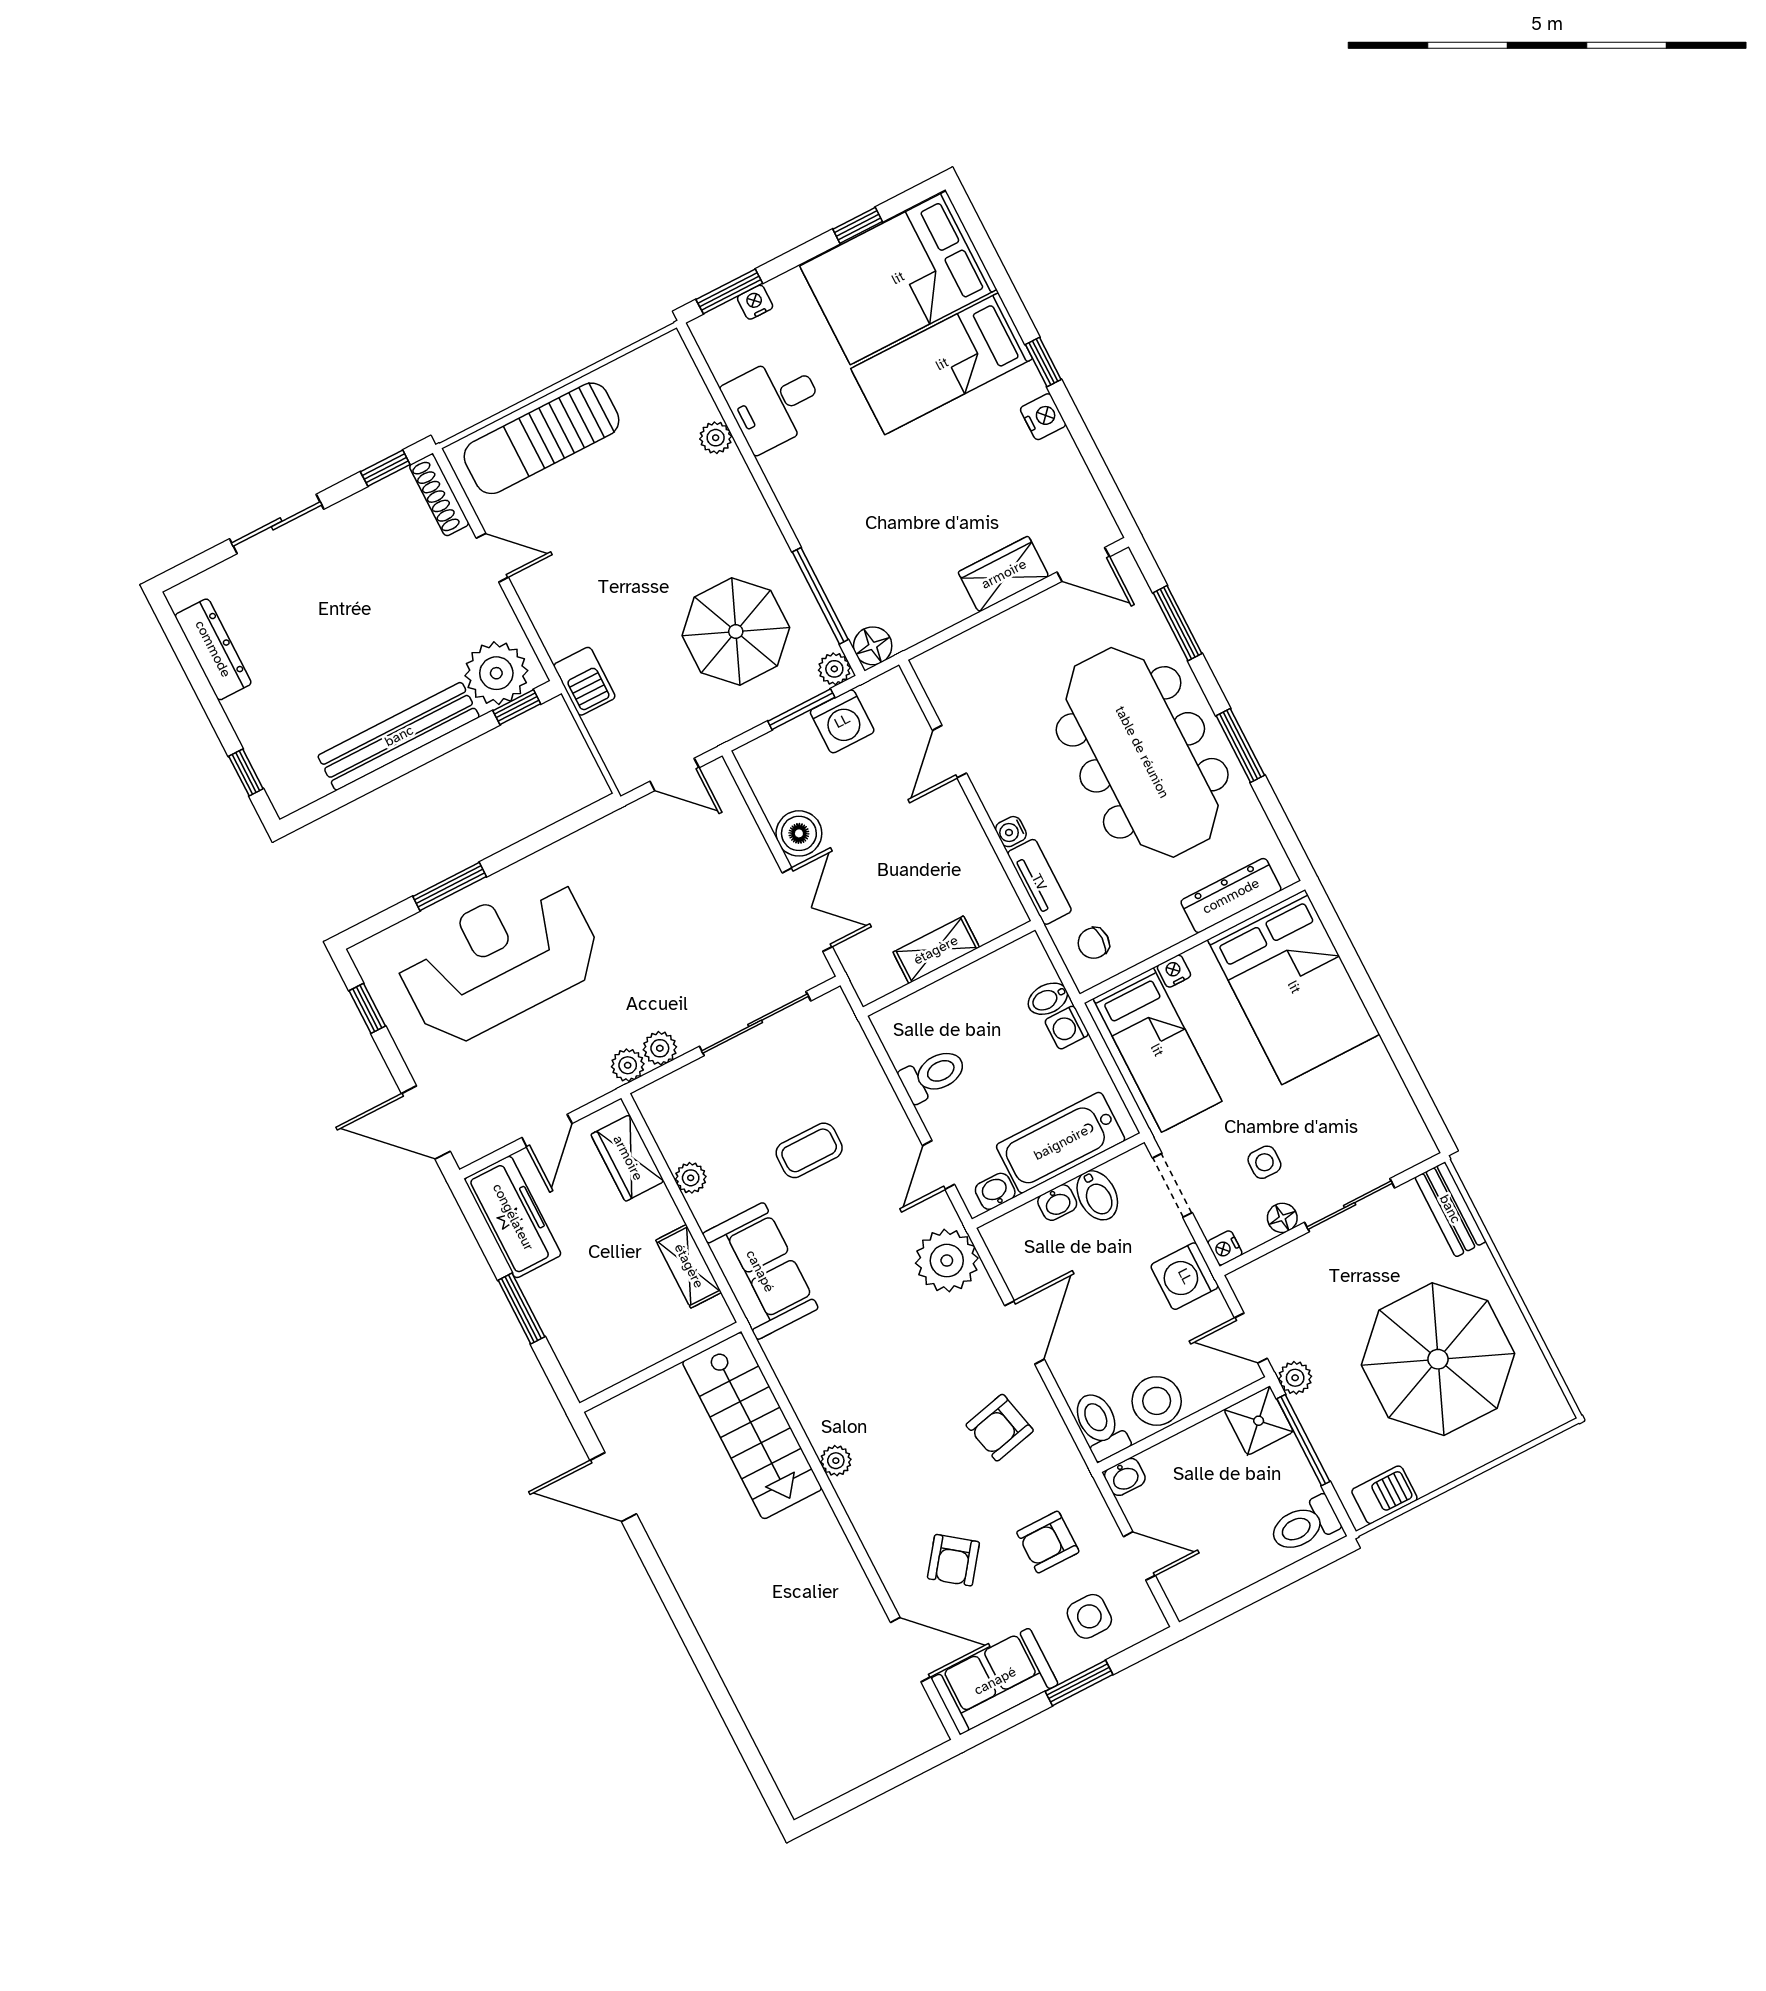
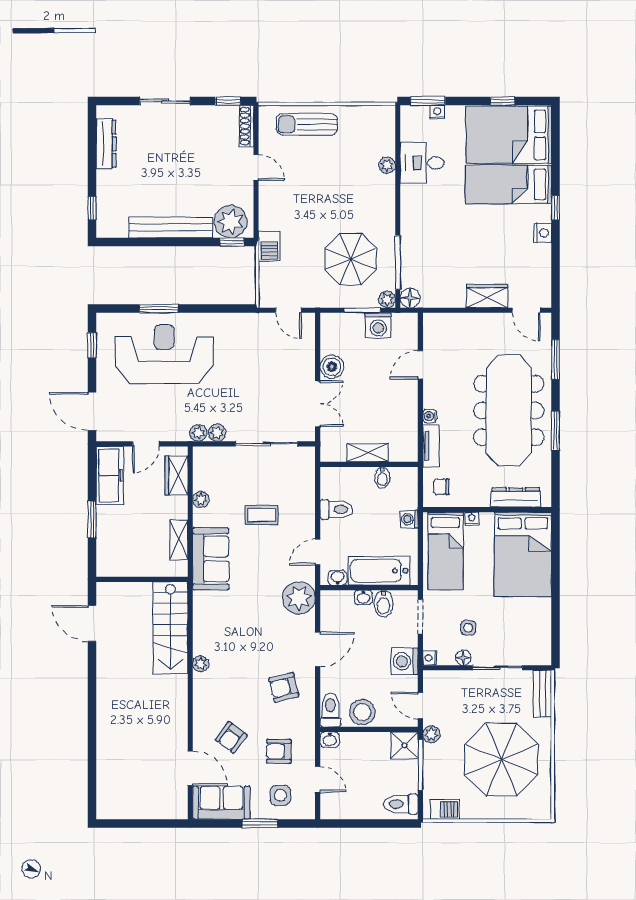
sun lounger: (541, 438) -> (307, 124), width x0.73, depth x0.75
bidet: (1048, 999) -> (382, 477), moved, turned -90

